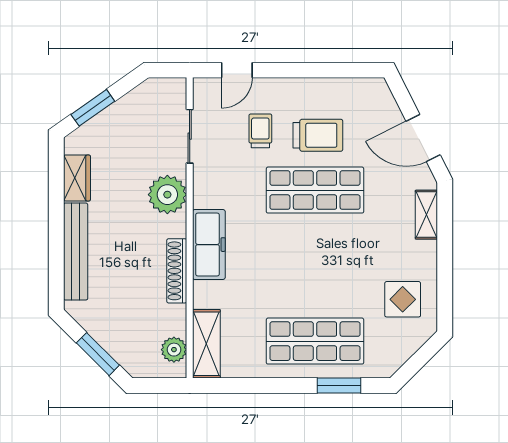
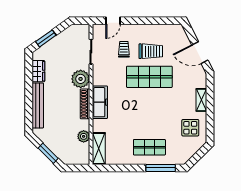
shelving: (426, 215) -> (201, 100), moved
shoe rack: (177, 271) -> (85, 104), moved
shop shelf: (315, 341) -> (149, 147), width x0.70, depth x0.74
plant: (174, 350) -> (84, 136), moved
window: (339, 386) -> (161, 168), width x1.44

